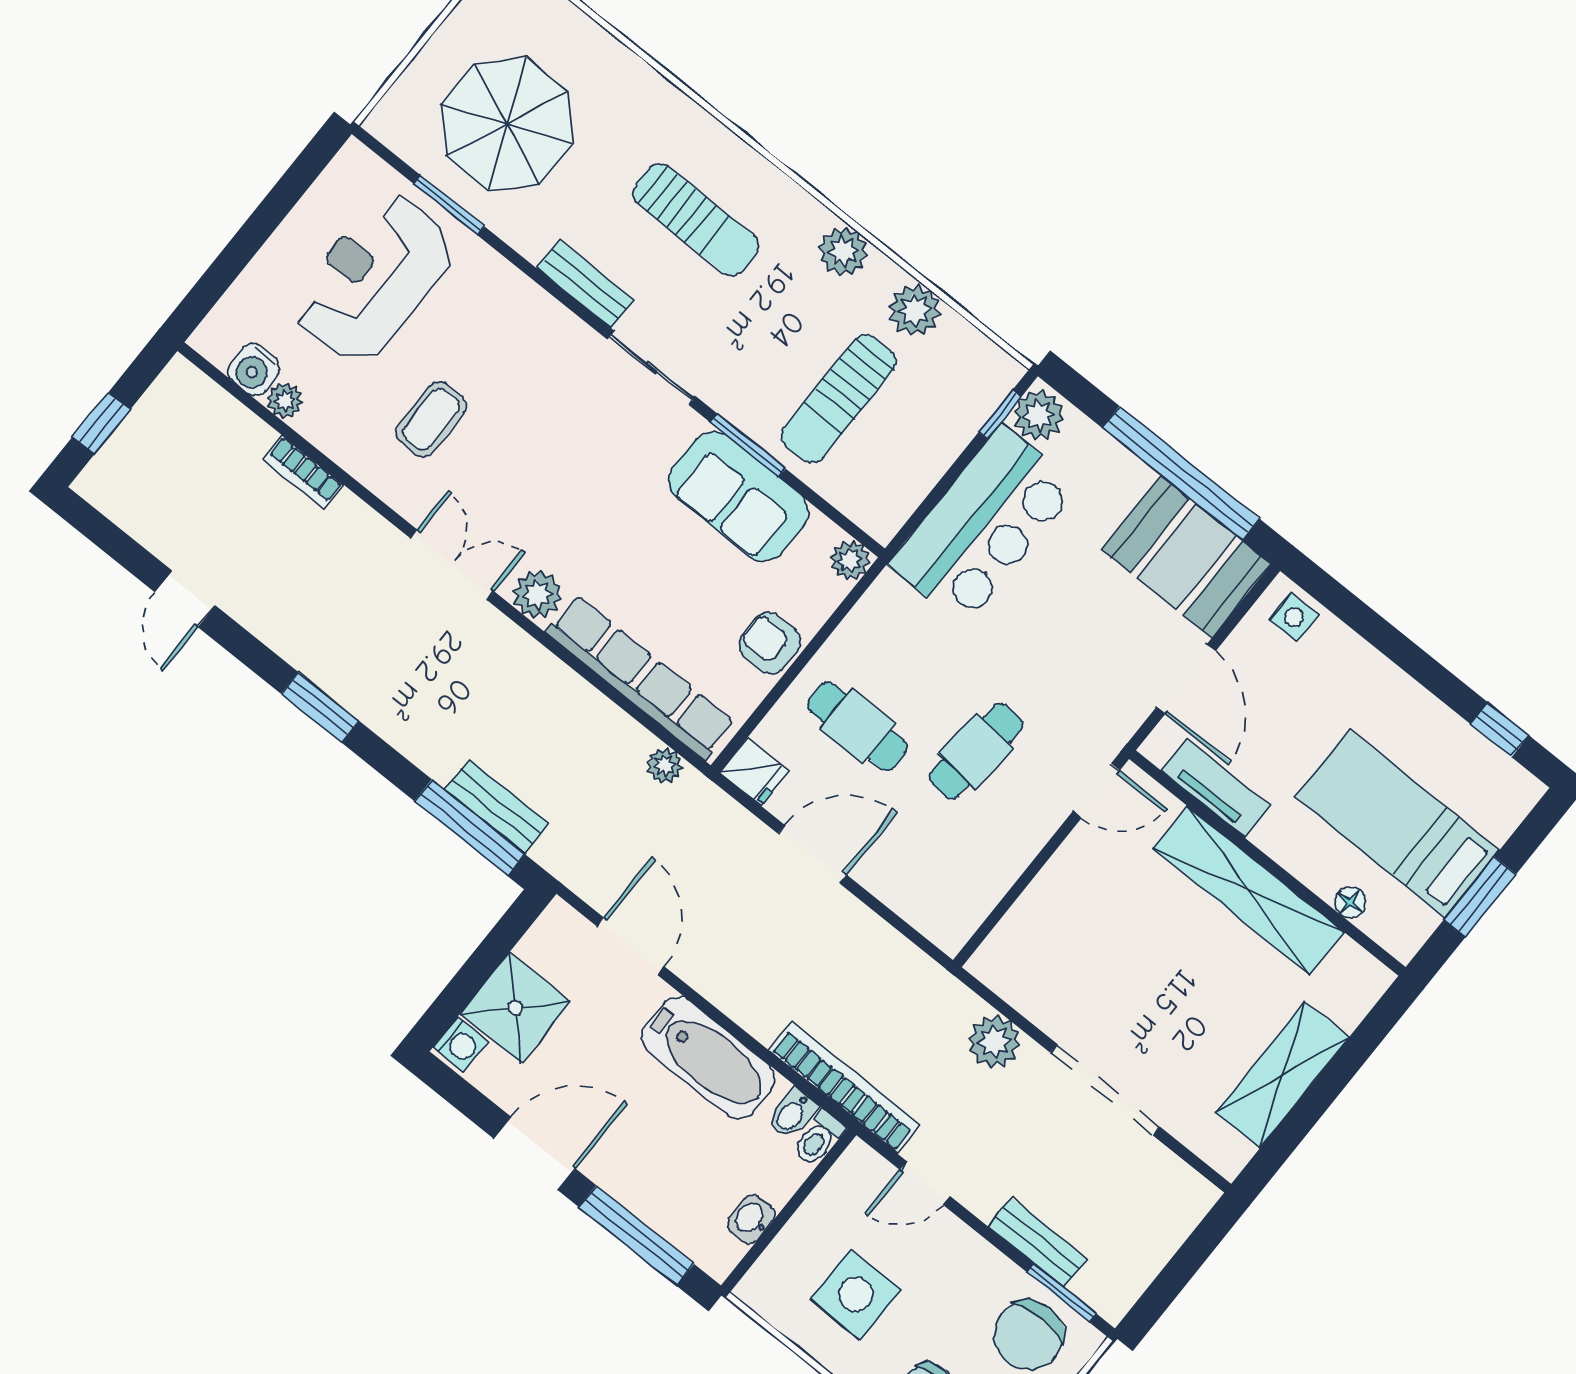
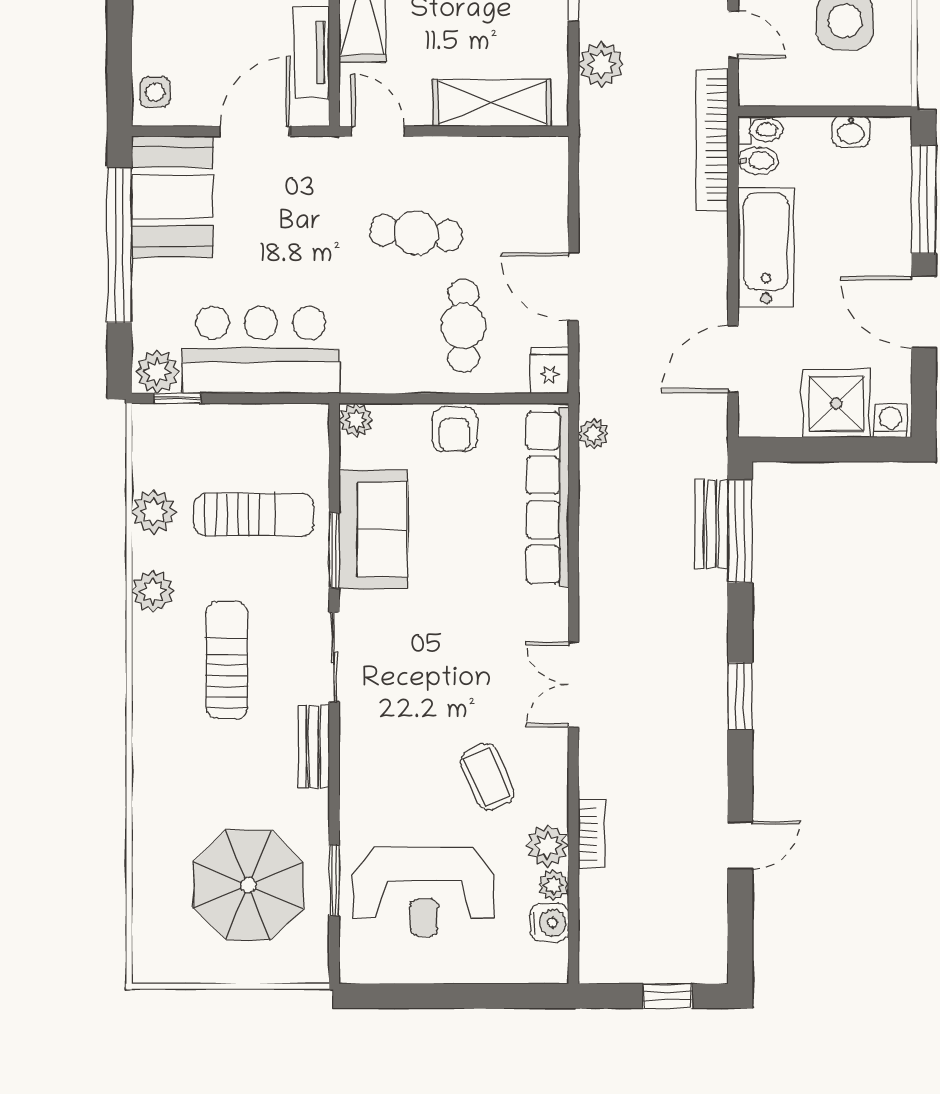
sun lounger: (696, 220) -> (227, 660), moved
coffee table: (431, 419) -> (487, 777), turned 66
plant: (538, 595) -> (548, 845), moved
shelving: (1039, 915) -> (492, 103), added

